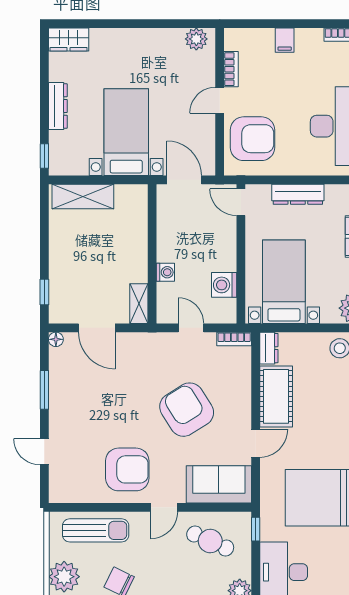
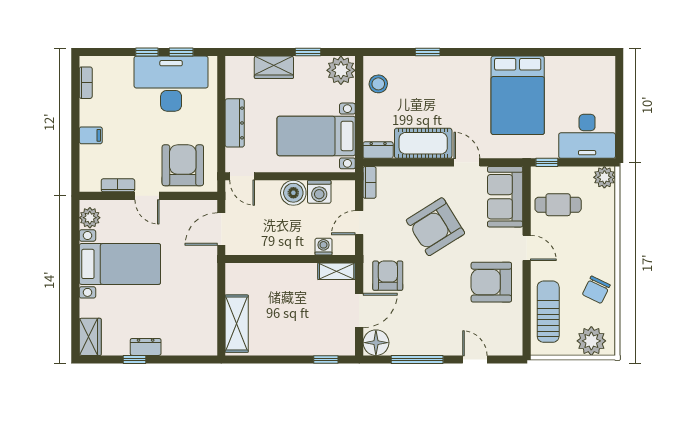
dresser: (58, 106) -> (146, 347), width x0.70
bed with nightstands: (126, 132) -> (120, 264), moved, turned 180
window: (44, 156) -> (135, 359), moved
door: (241, 202) -> (242, 176), hinge flipped
boiler: (223, 257) -> (293, 193), added
washing machine: (165, 272) -> (323, 247), moved
floor lamp: (56, 339) -> (376, 343), width x1.89, depth x1.89
armchair: (134, 358) -> (388, 276), added
window: (44, 390) -> (417, 359), width x1.44
door: (44, 452) -> (475, 359), swing flipped
armchair: (127, 469) -> (491, 282), turned -90
cafe table: (210, 541) -> (558, 205), turned 66

